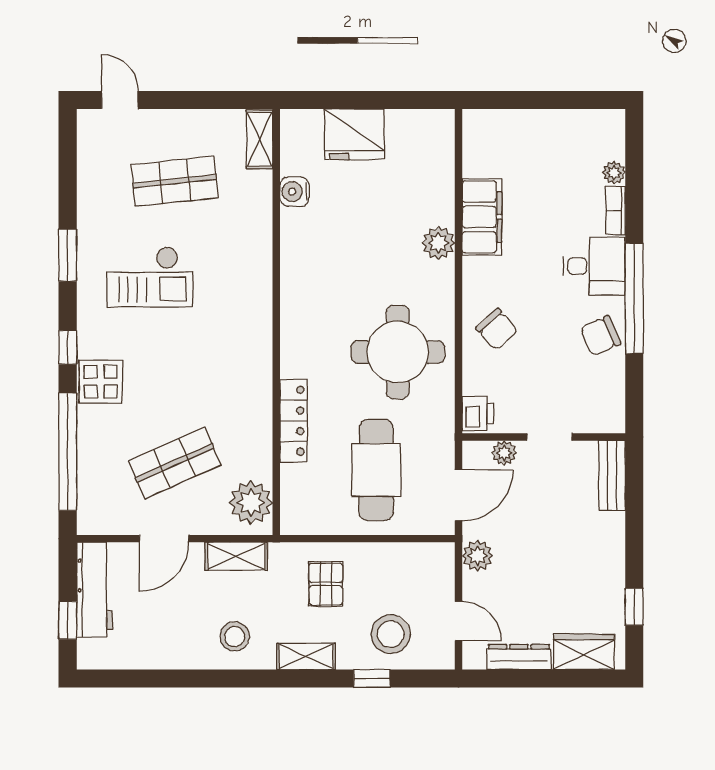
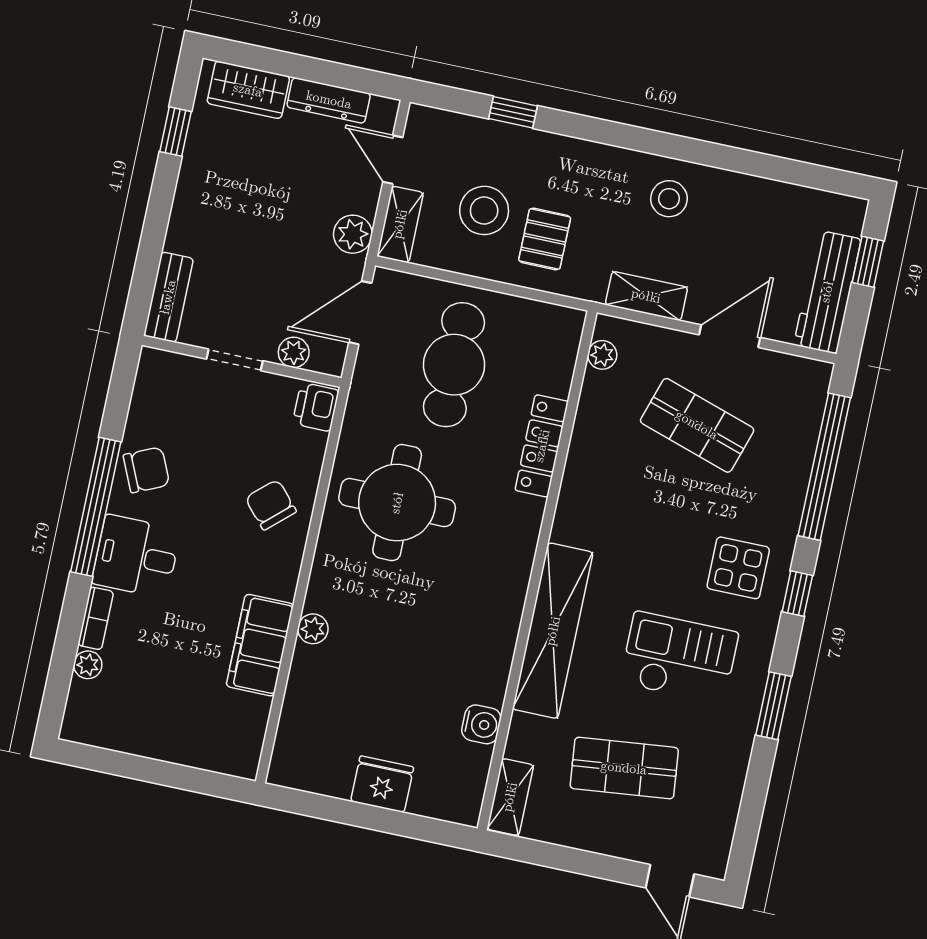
fridge: (354, 134) -> (382, 784), width x0.73, depth x0.75
plant: (438, 243) -> (313, 629), width x0.73, depth x0.73
shelving: (254, 277) -> (553, 631), added
display table: (101, 382) -> (738, 568), moved
shop shelf: (175, 463) -> (697, 425), turned 42
plant: (251, 503) -> (602, 355), width x0.53, depth x0.53
stool: (391, 634) -> (484, 210), moved
shelving: (306, 656) -> (400, 224), moved, turned 90

